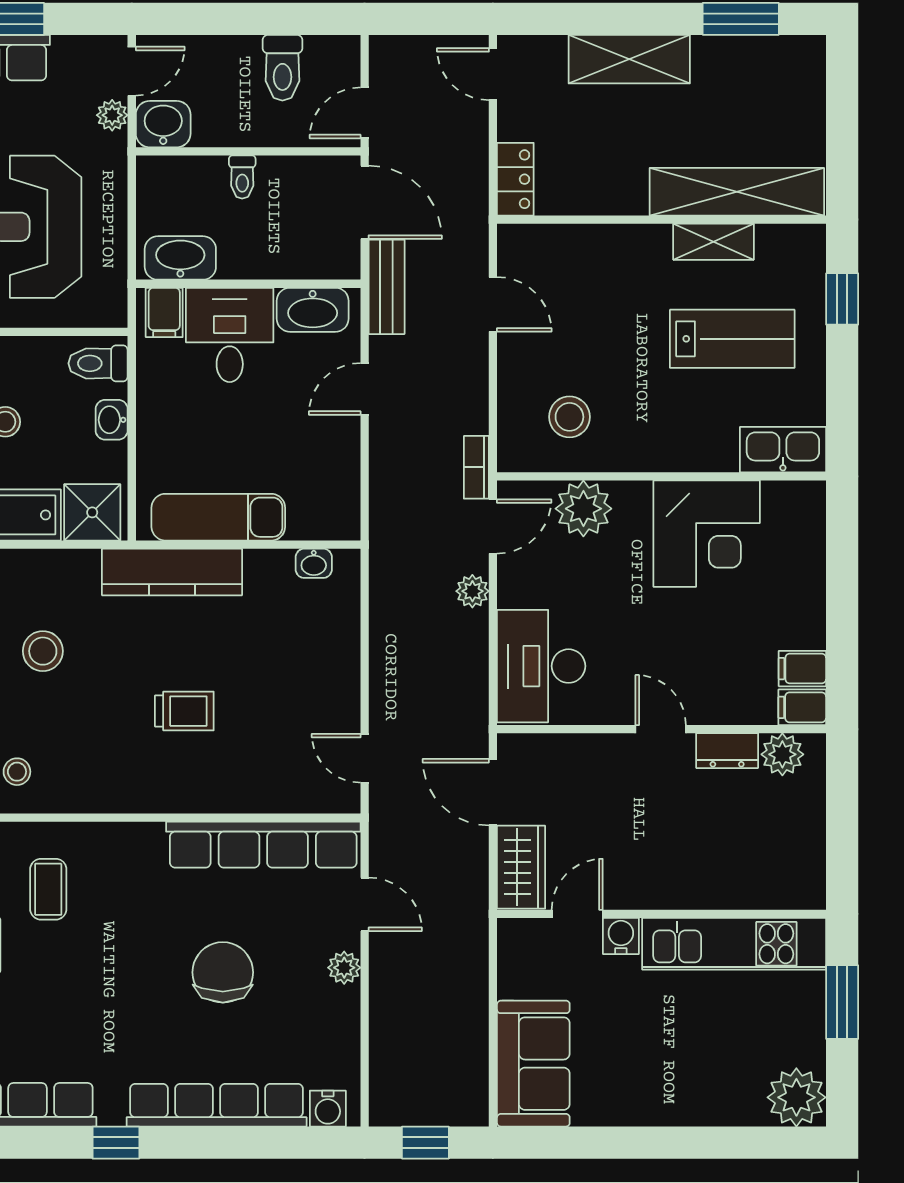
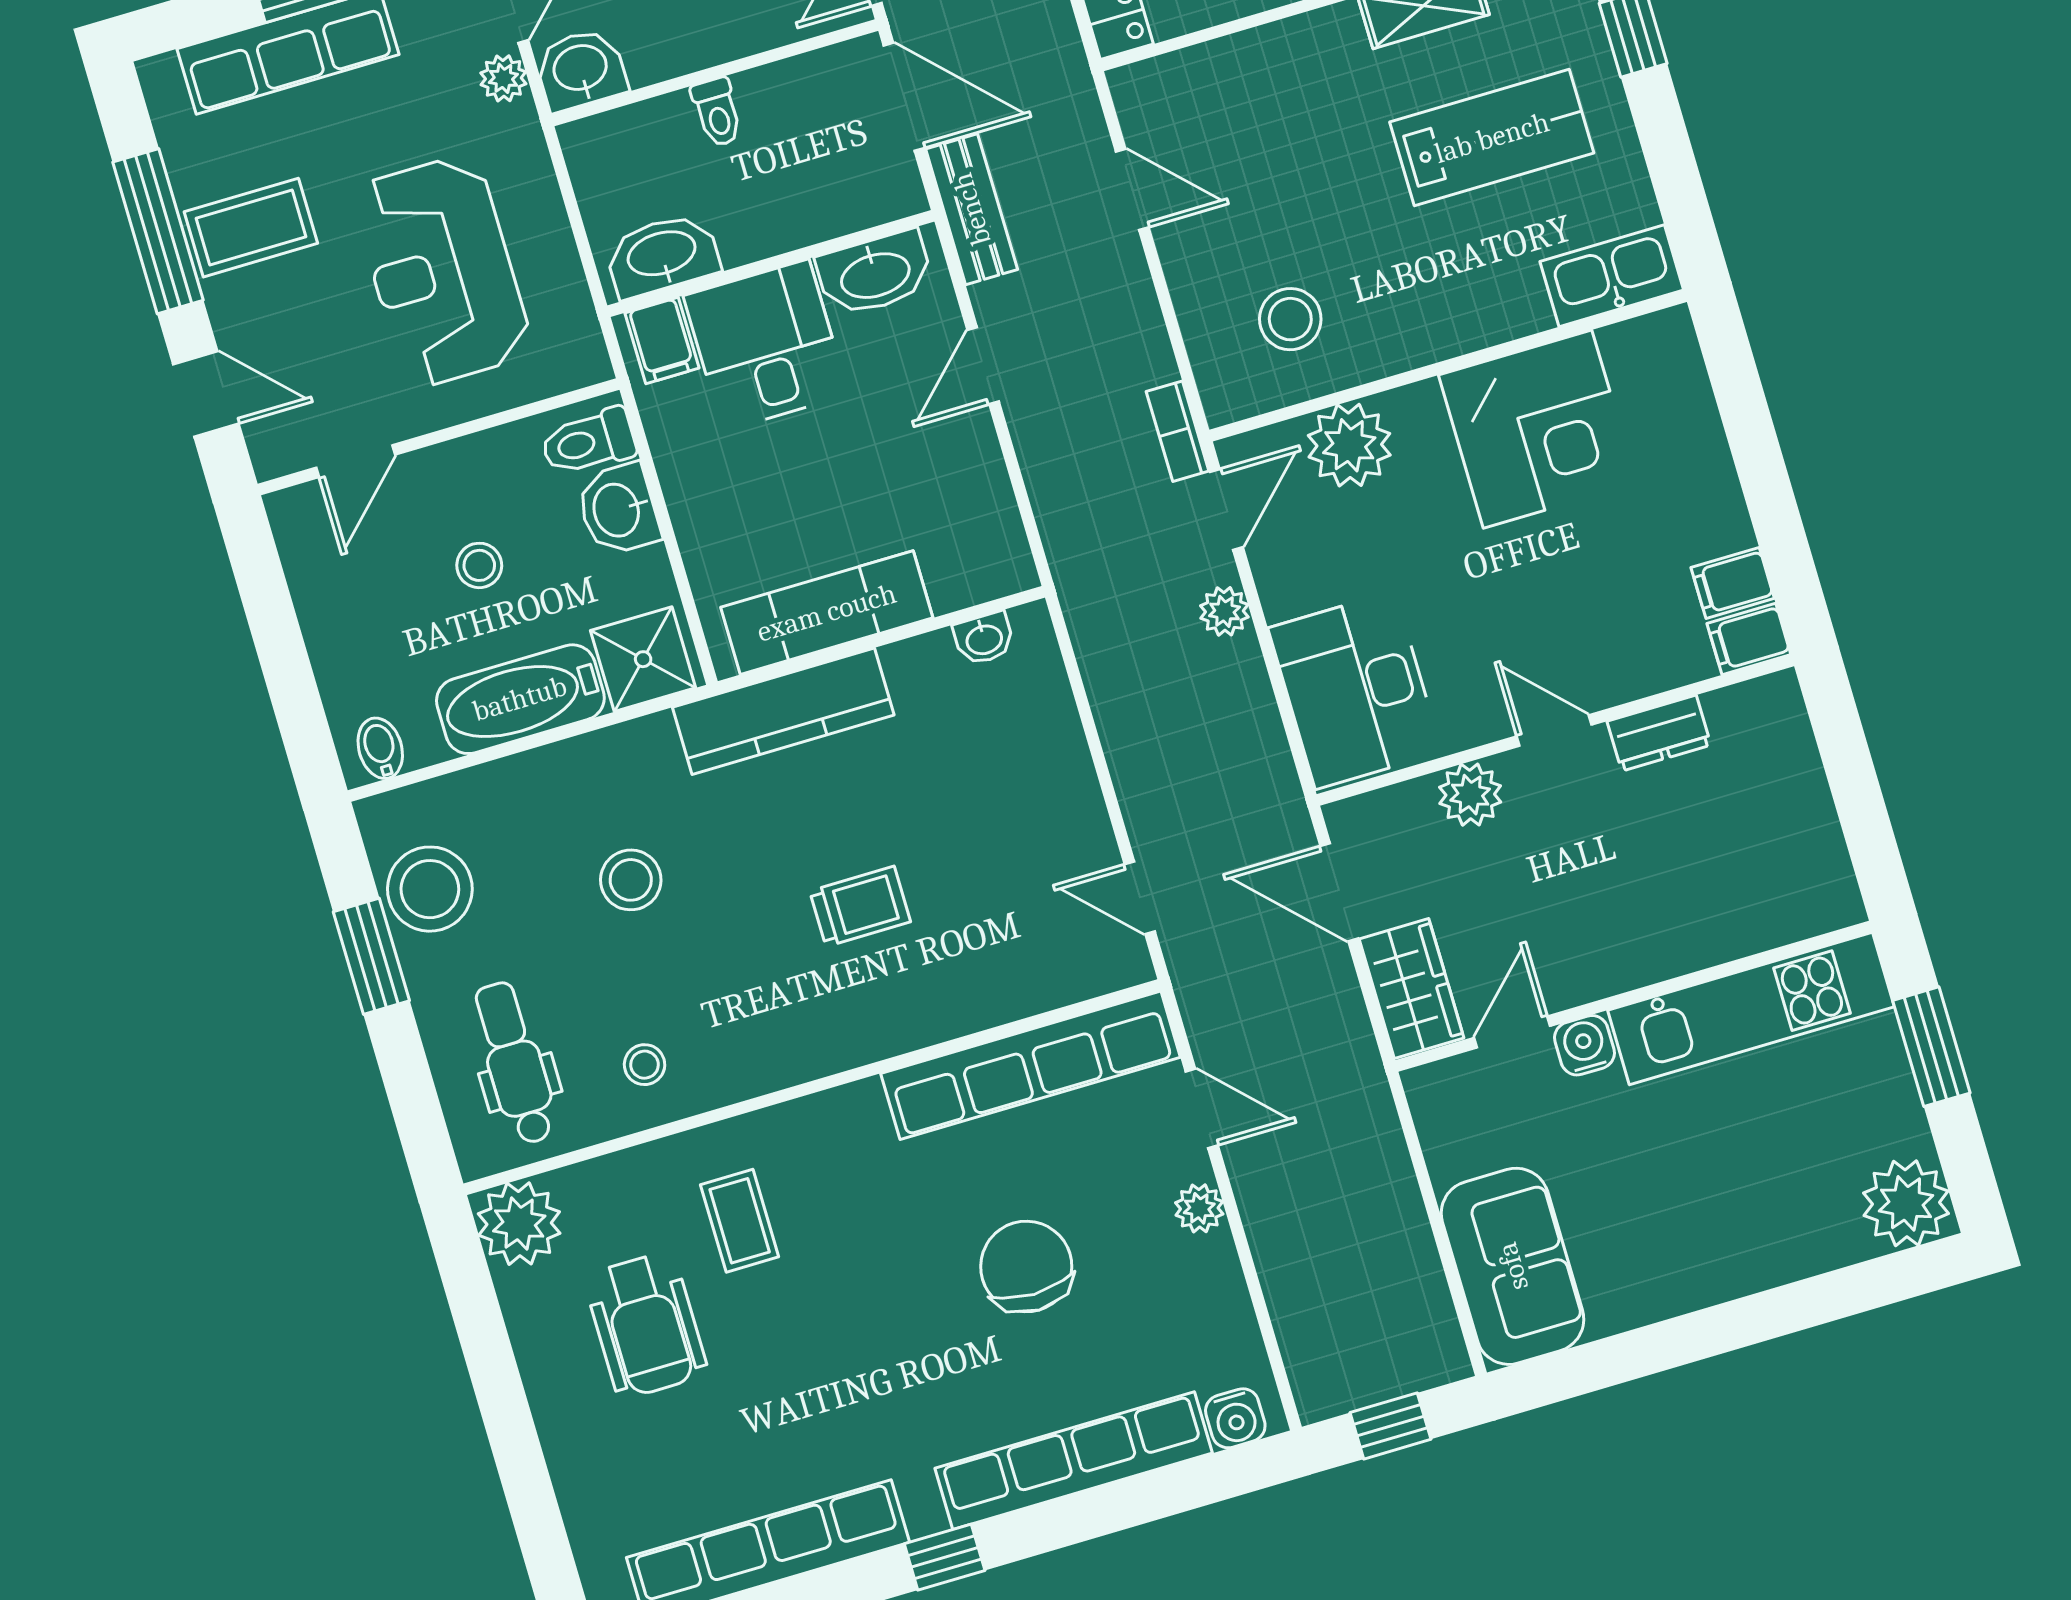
washbasin: (112, 420) -> (618, 510), width x1.38, depth x1.45
plant: (782, 754) -> (1470, 795), moved

